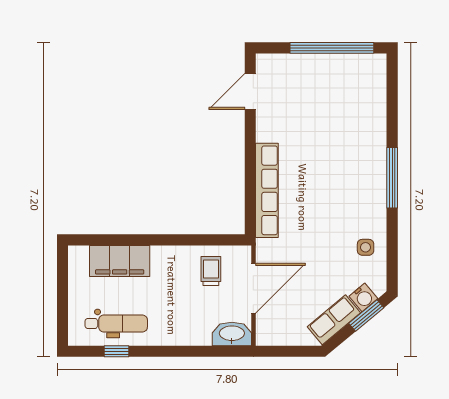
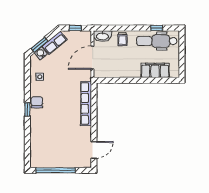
window: (392, 178) -> (27, 109), width x0.46
chair: (372, 193) -> (37, 102), added
trolley: (211, 271) -> (122, 39), moved
dental chair: (116, 323) -> (157, 41), width x1.36, depth x1.38
window: (290, 351) -> (75, 28), added

